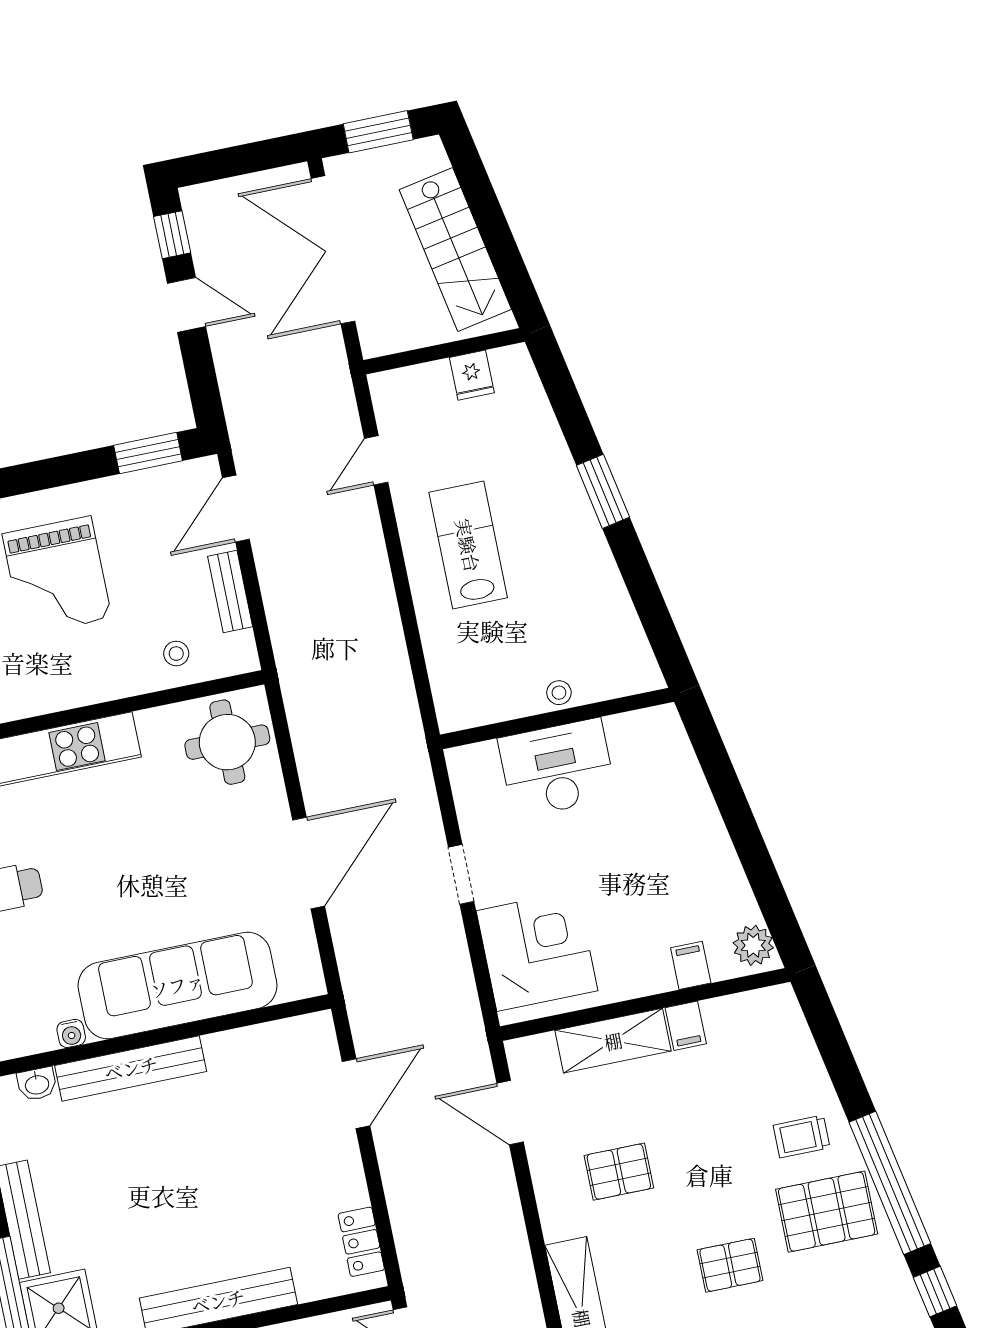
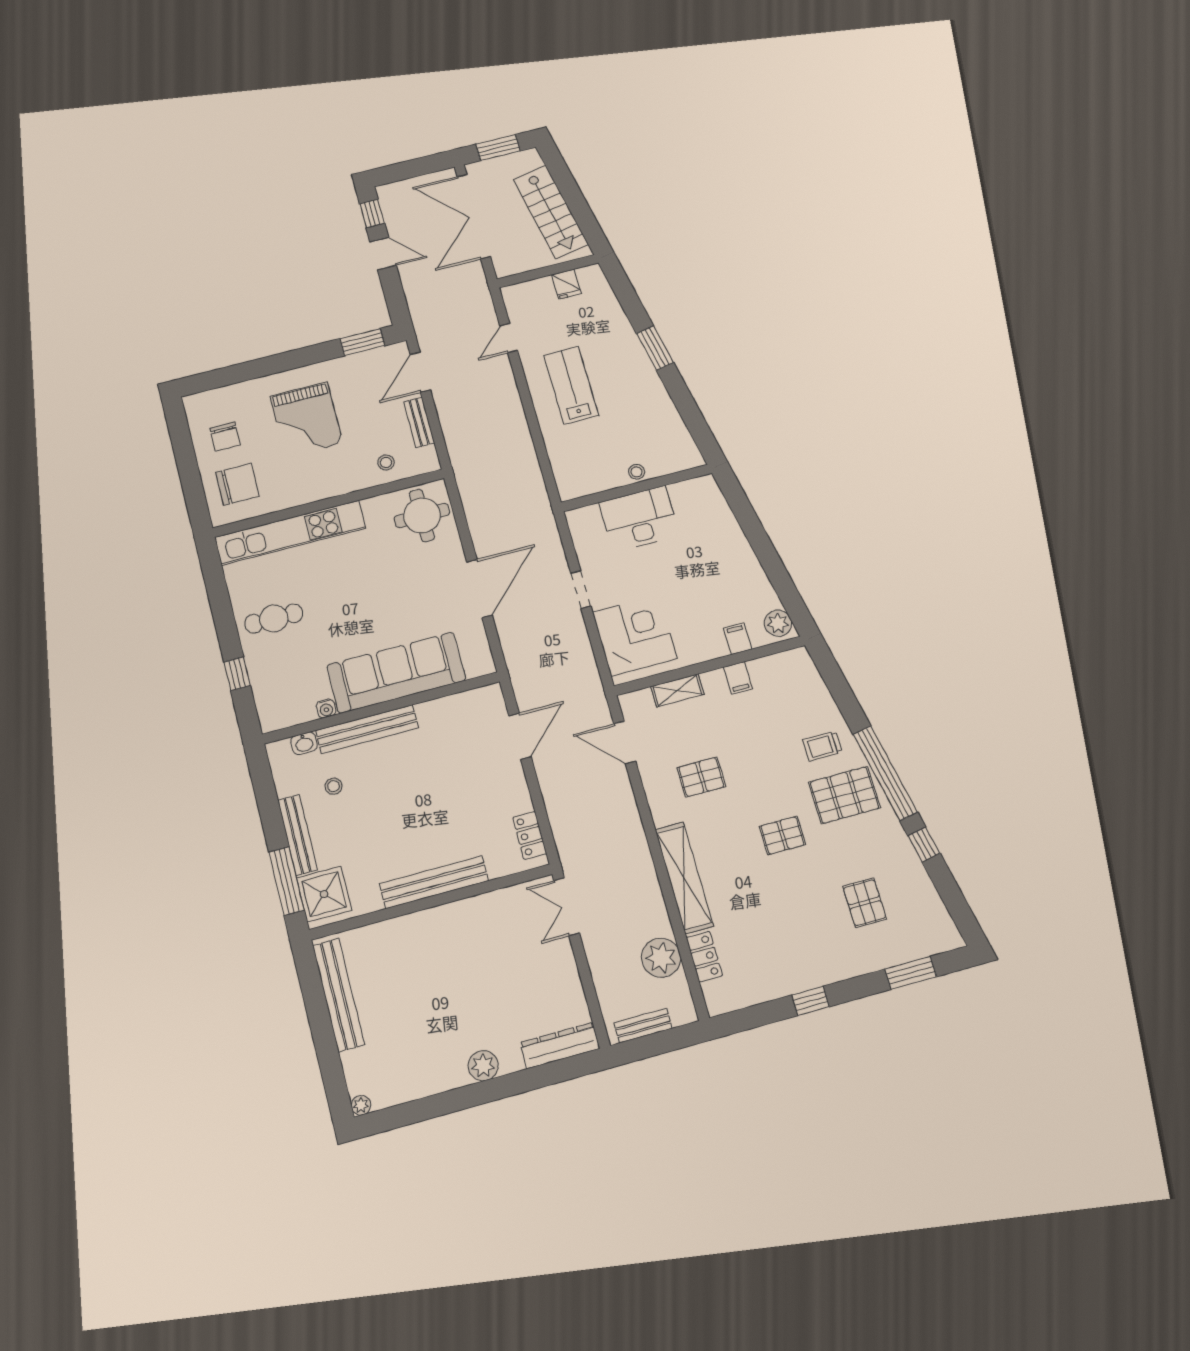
shelving: (613, 1041) -> (677, 690), width x0.67, depth x0.75
stool: (78, 1151) -> (333, 786), added

